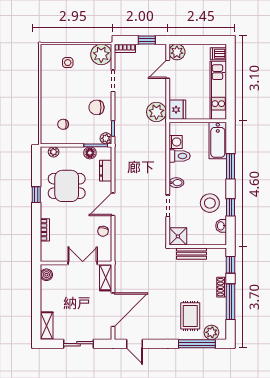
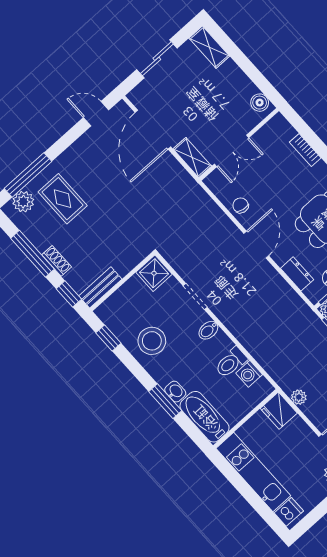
plant: (156, 112) -> (299, 397), width x0.53, depth x0.53
window: (231, 207) -> (108, 338), moved
washbasin: (221, 226) -> (175, 392), moved
bench: (192, 254) -> (100, 287), moved

